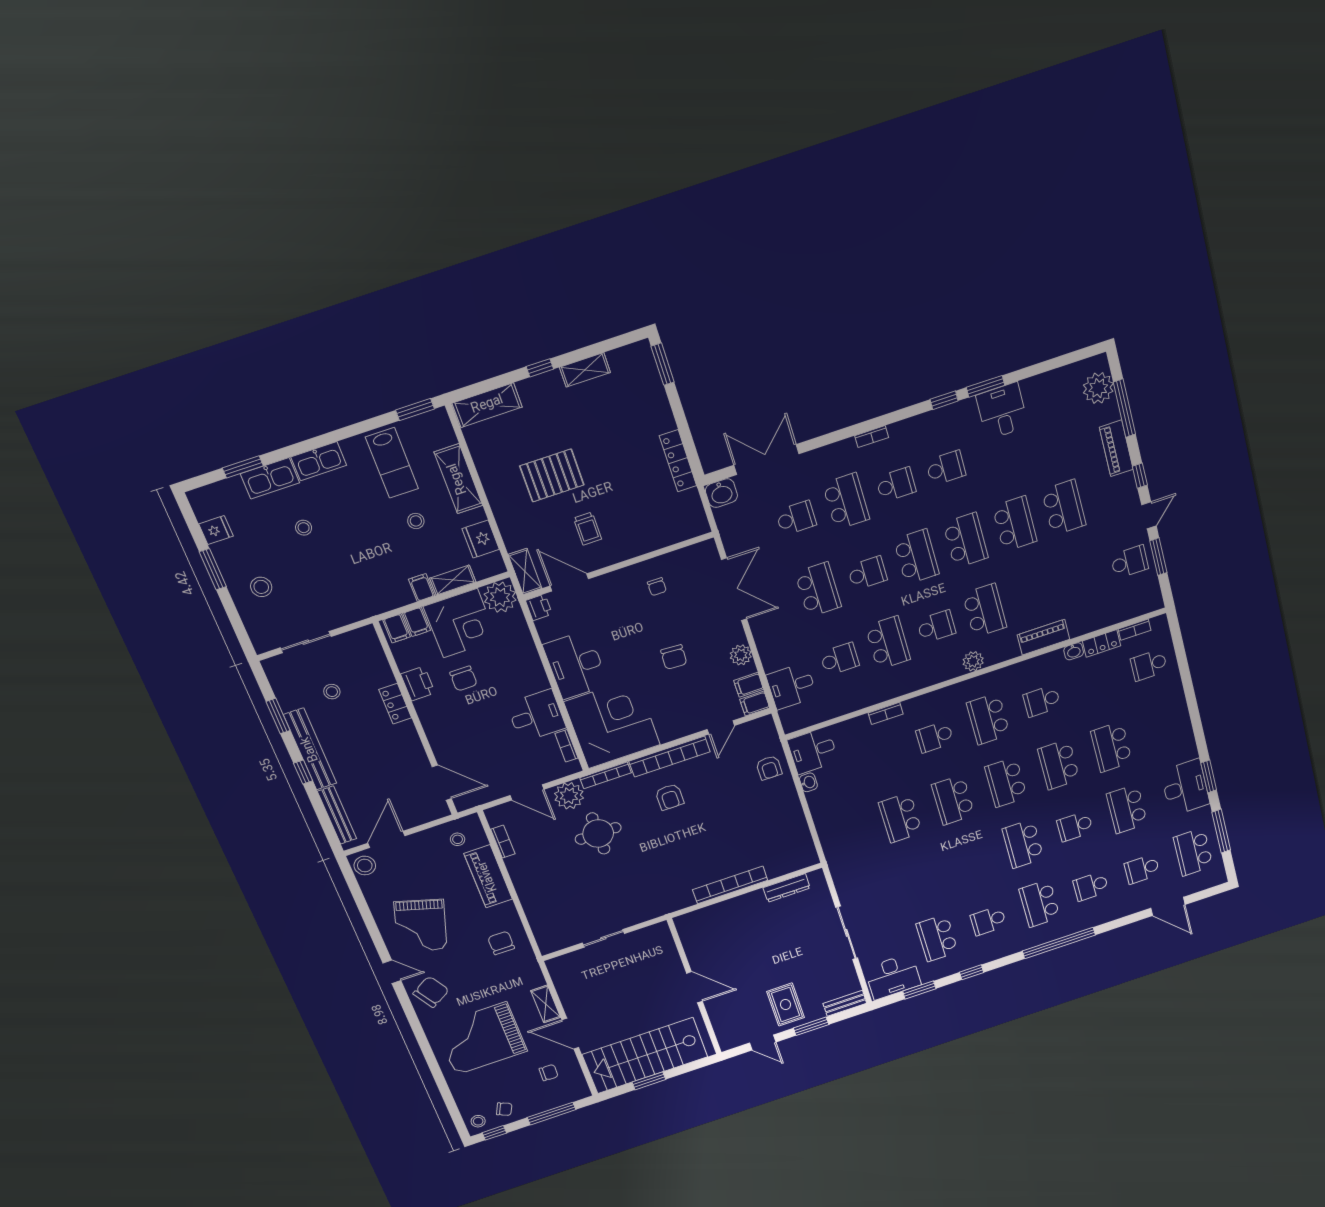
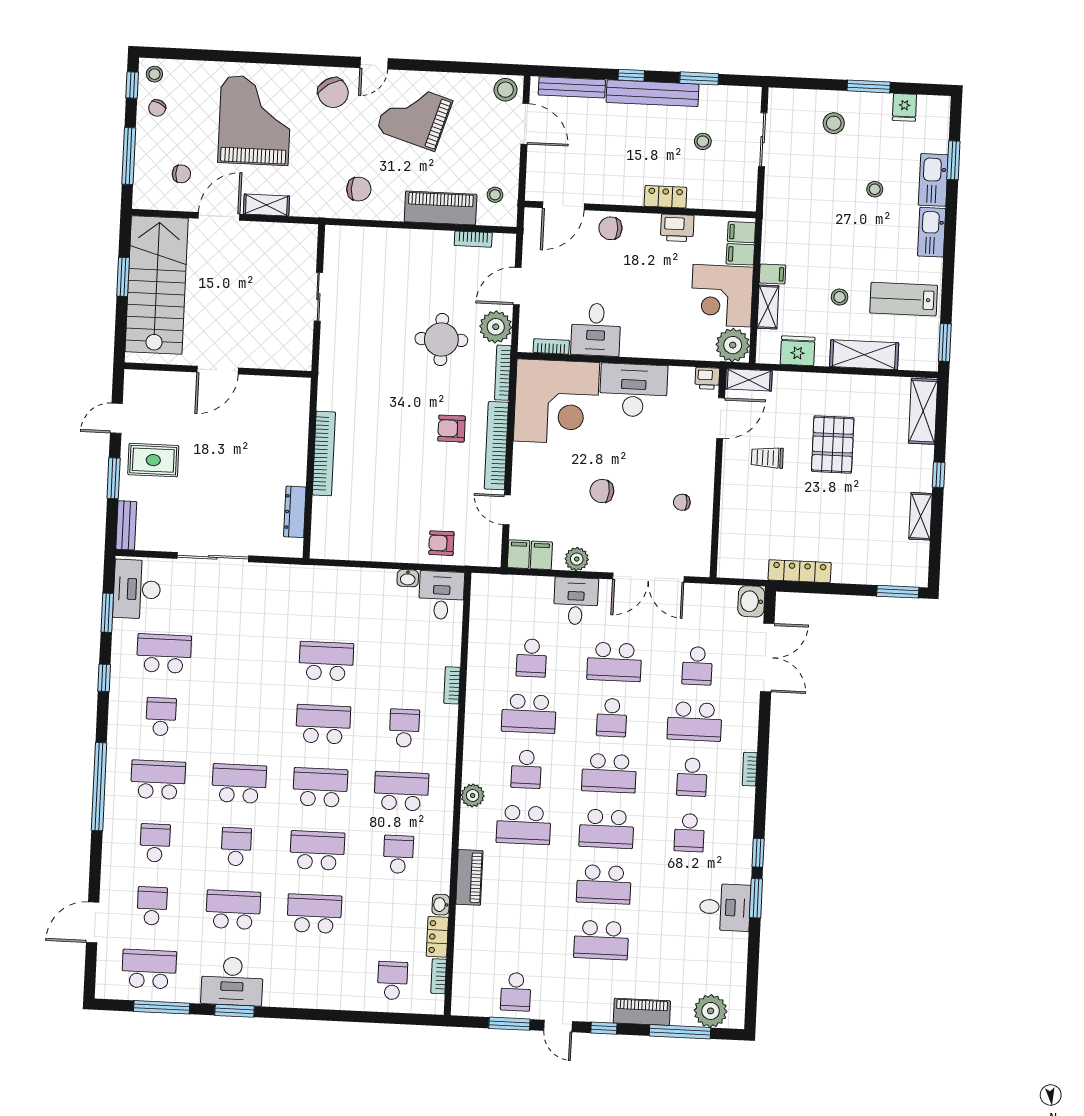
chair: (463, 679) -> (610, 228), moved
desk: (791, 686) -> (576, 601), moved
chair: (549, 1073) -> (181, 174), turned -92

